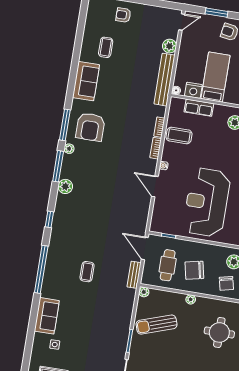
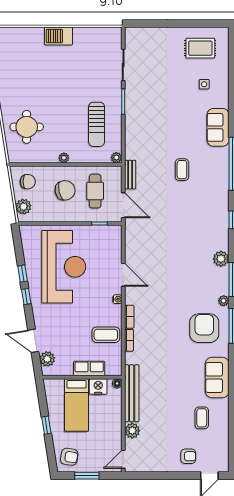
chair: (226, 283) -> (28, 182), turned 103
sofa: (47, 316) -> (218, 127), moved
sun lounger: (157, 325) -> (97, 124), turned 109

